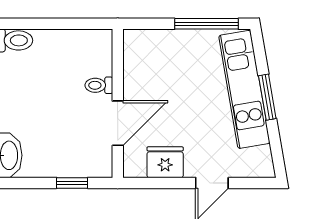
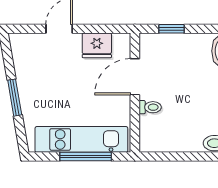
window: (207, 24) -> (86, 157), moved
kitchen unit: (244, 89) -> (81, 139), moved, turned -80

